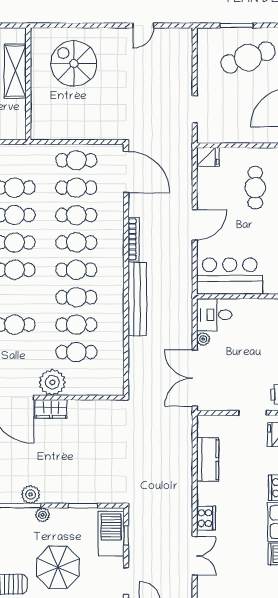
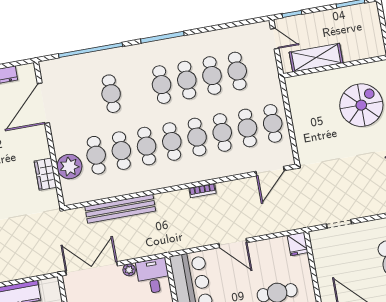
shelving: (15, 71) -> (316, 58), moved
door: (126, 172) -> (270, 171), width x0.73
bookcase: (134, 239) -> (202, 190), width x0.64
bench: (137, 299) -> (120, 209), moved
plant: (52, 382) -> (69, 167), moved
wardrobe: (51, 409) -> (45, 174), moved

